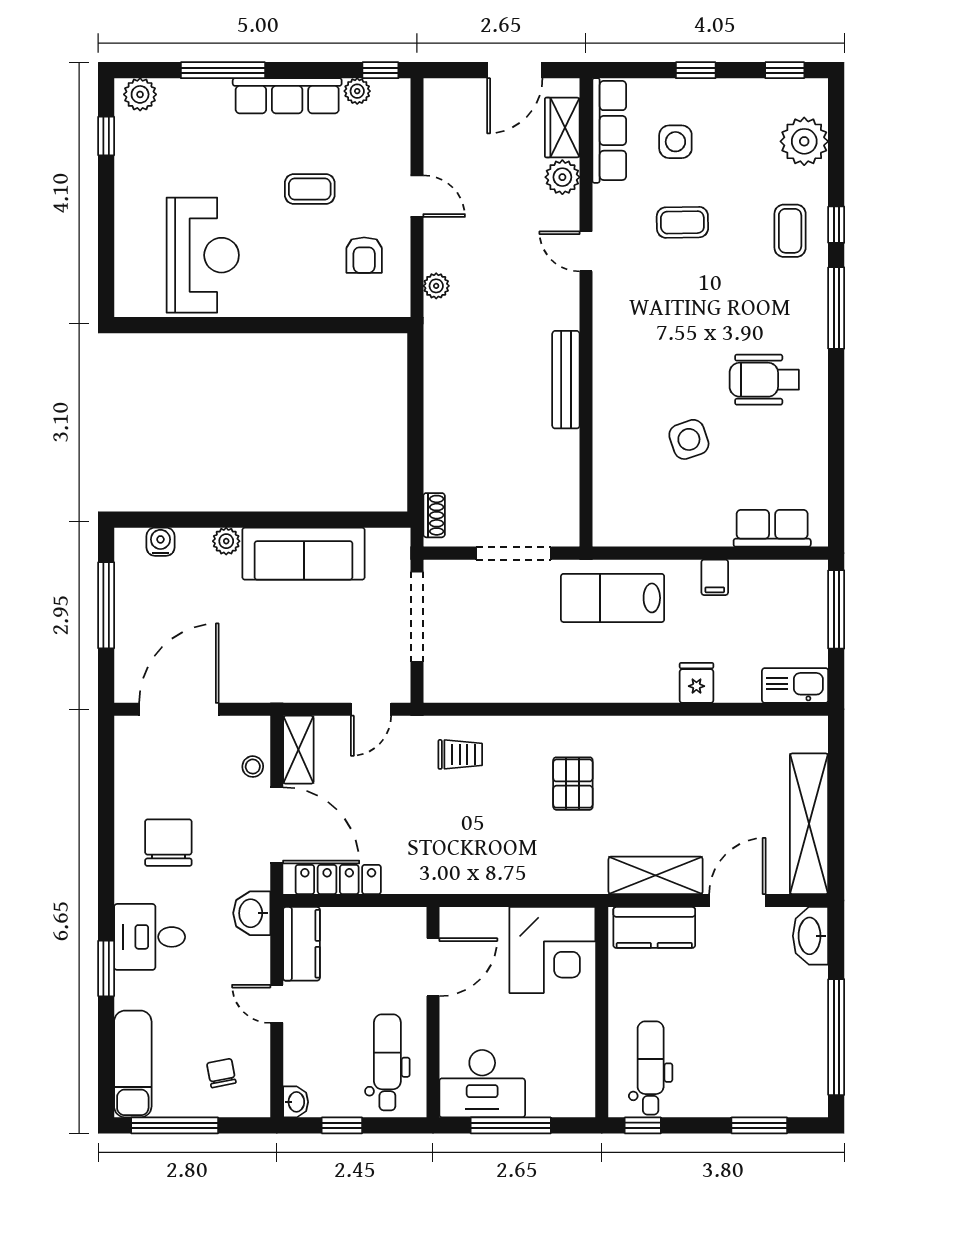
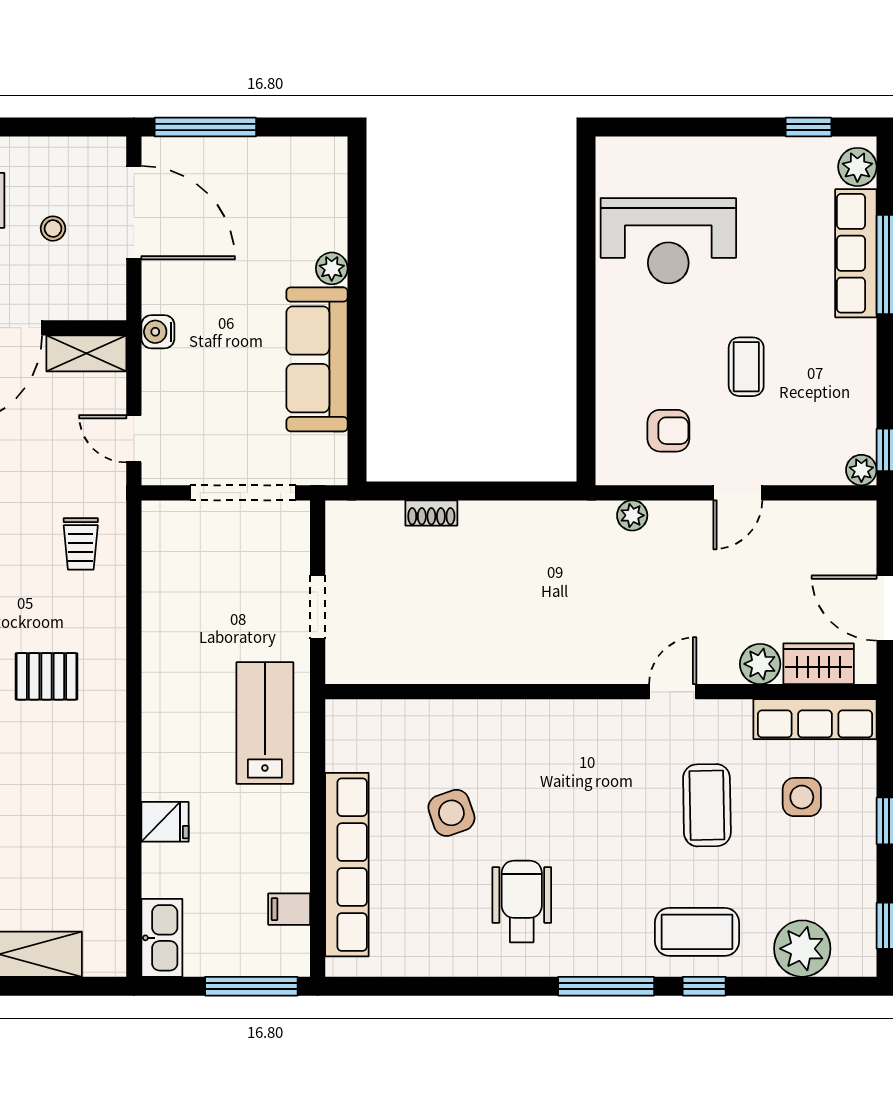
plant: (357, 91) -> (861, 470), moved
row of seats: (287, 96) -> (856, 253), moved
coffee table: (682, 222) -> (707, 805), width x1.36, depth x1.30
coffee table: (790, 231) -> (697, 932), width x1.36, depth x1.30
armchair: (364, 255) -> (668, 431), turned 180
bench: (566, 380) -> (522, 668), removed
shoe rack: (434, 515) -> (431, 513), moved
row of seats: (772, 528) -> (347, 865), width x2.02
water cooler: (160, 542) -> (158, 332), moved, turned 180
doorway: (514, 553) -> (318, 607), width x0.73
filing cabinet: (715, 577) -> (289, 909), moved
window: (106, 605) -> (205, 127), moved
stool: (253, 767) -> (53, 229), moved

